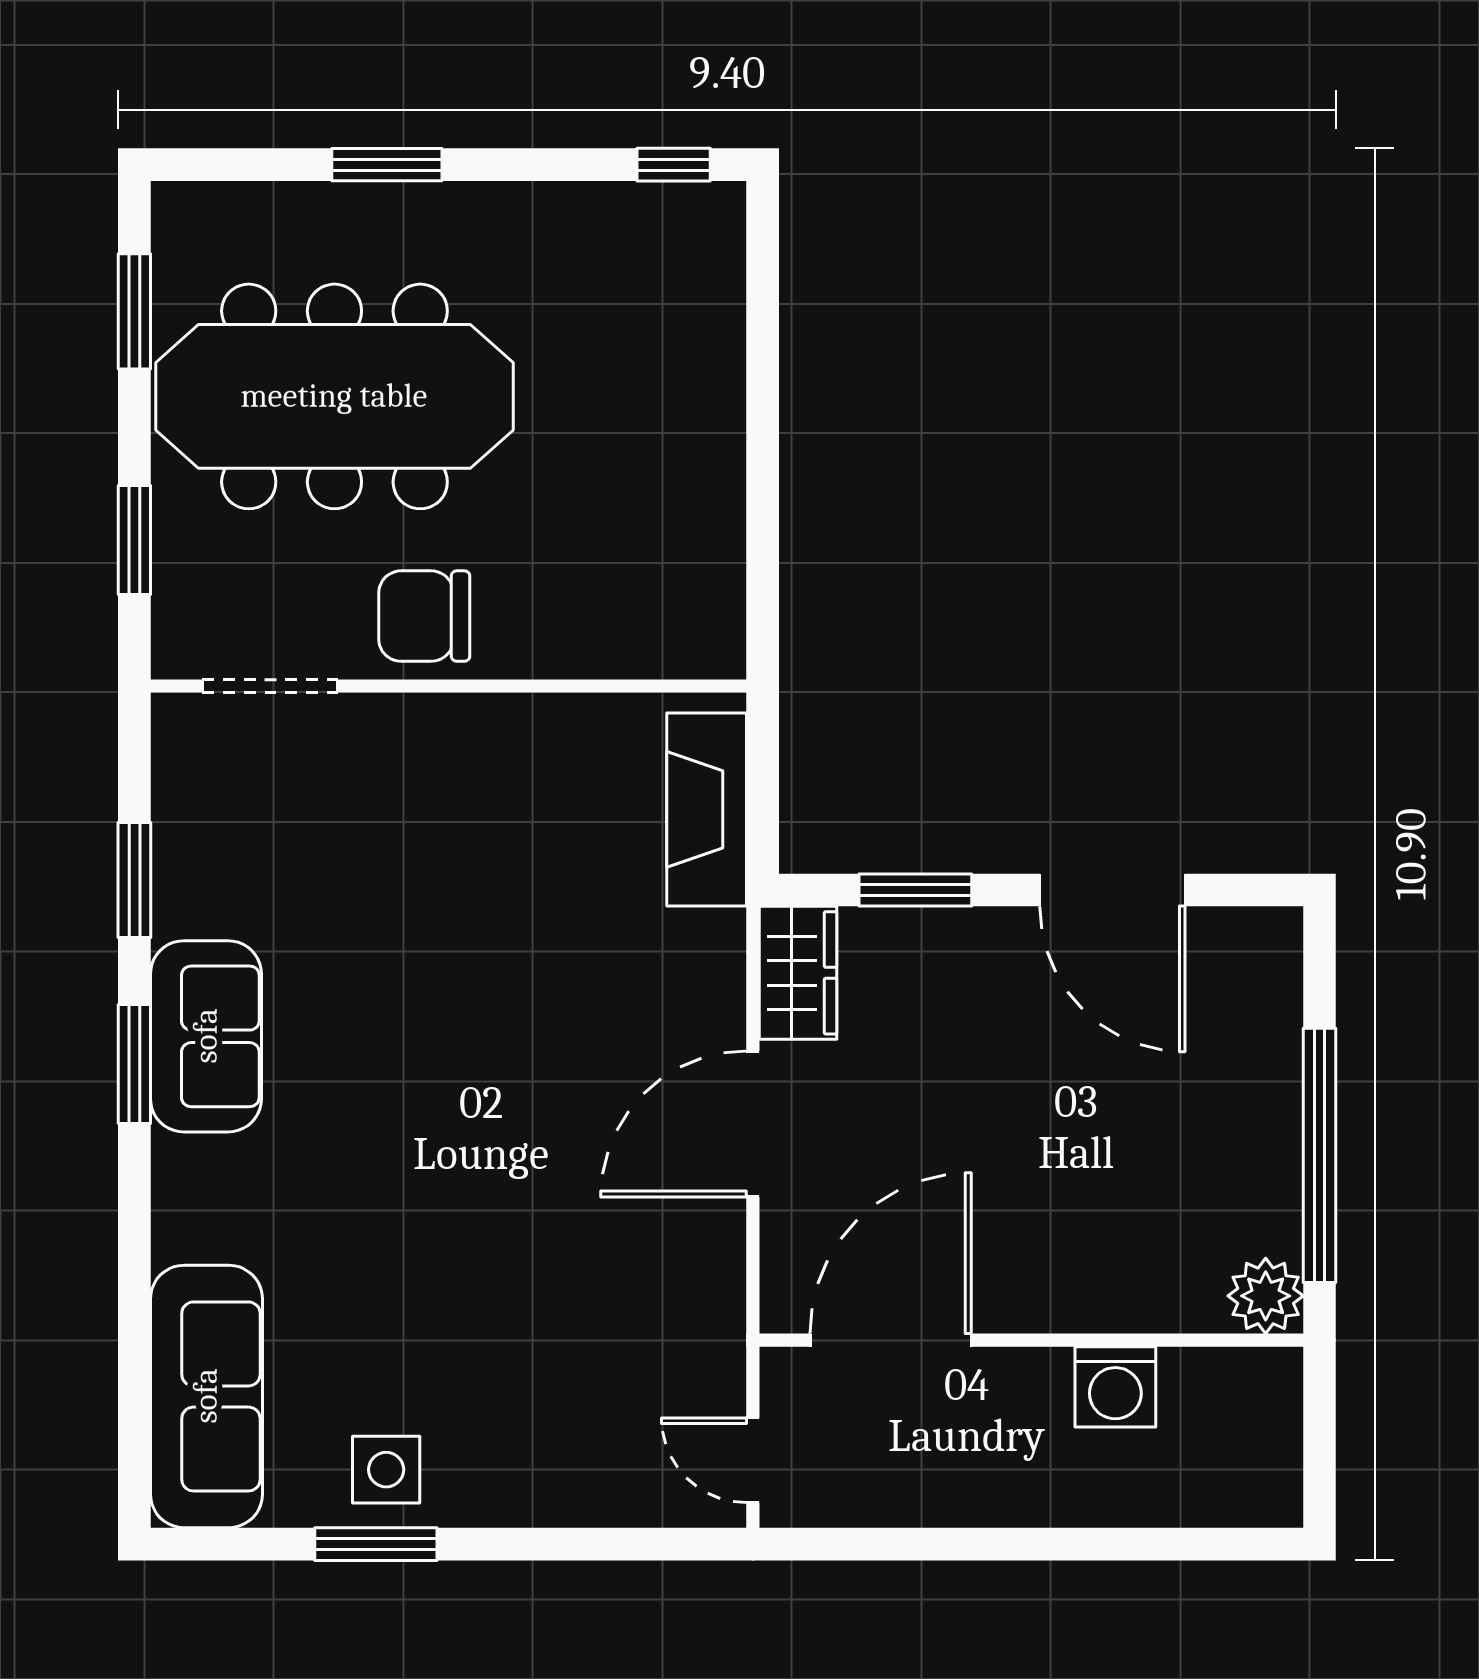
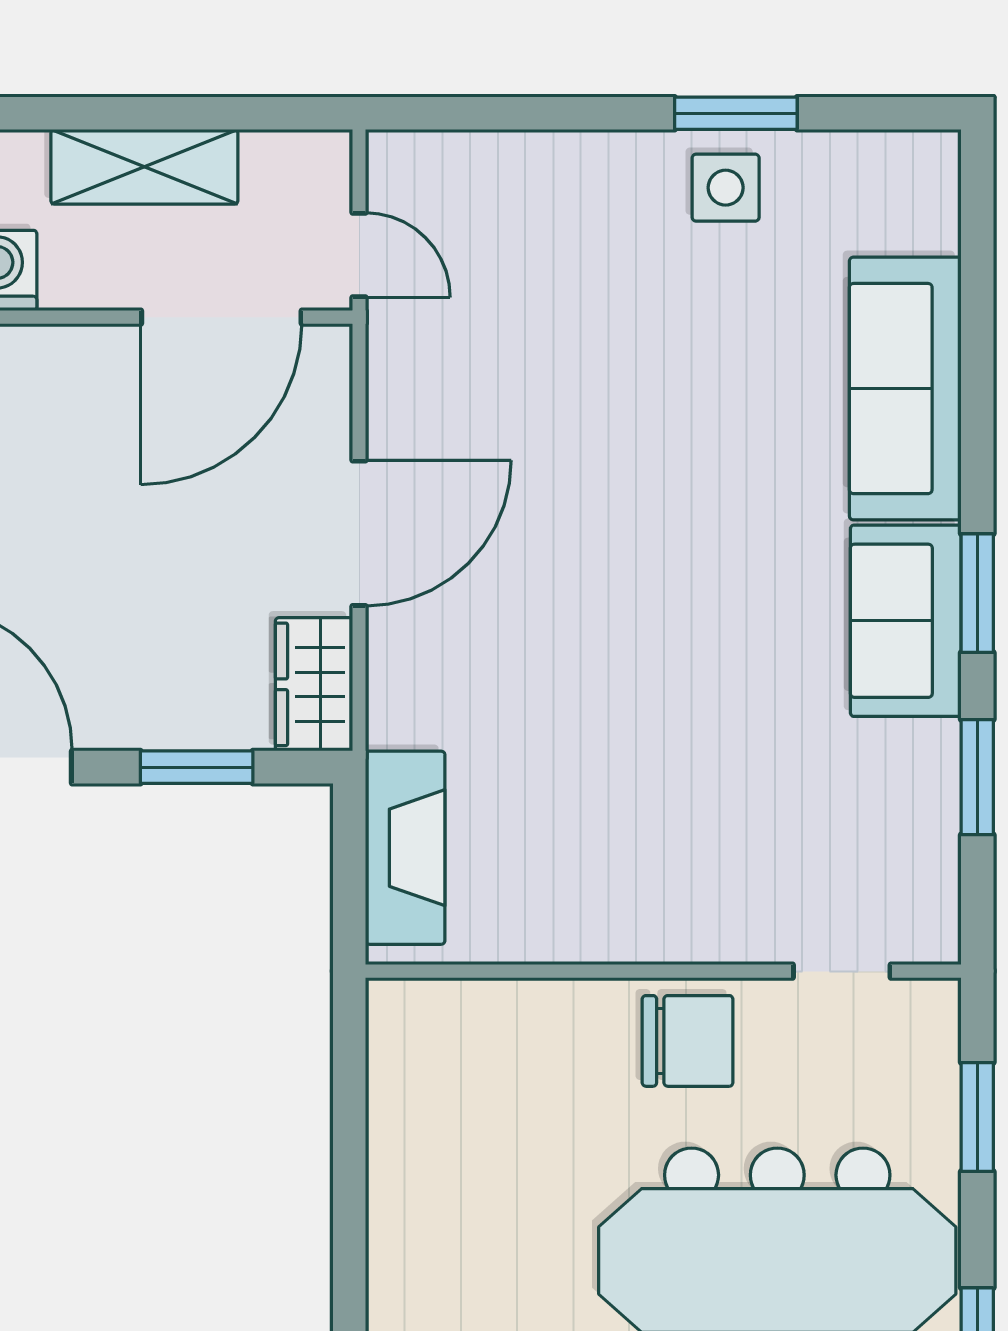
doorway: (270, 686) -> (842, 971), width x0.73
sofa: (206, 1396) -> (905, 389), moved
door: (753, 1460) -> (359, 255), moved
shelving: (968, 1490) -> (144, 167), added

